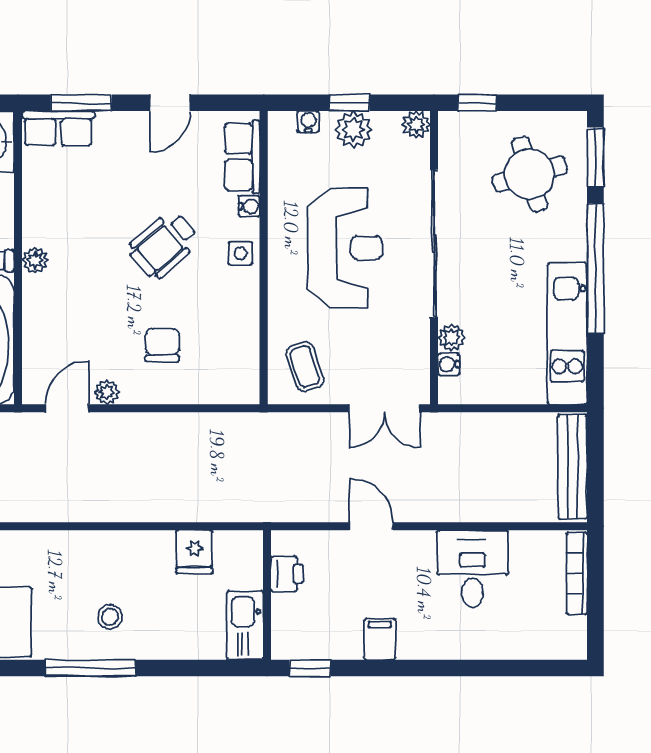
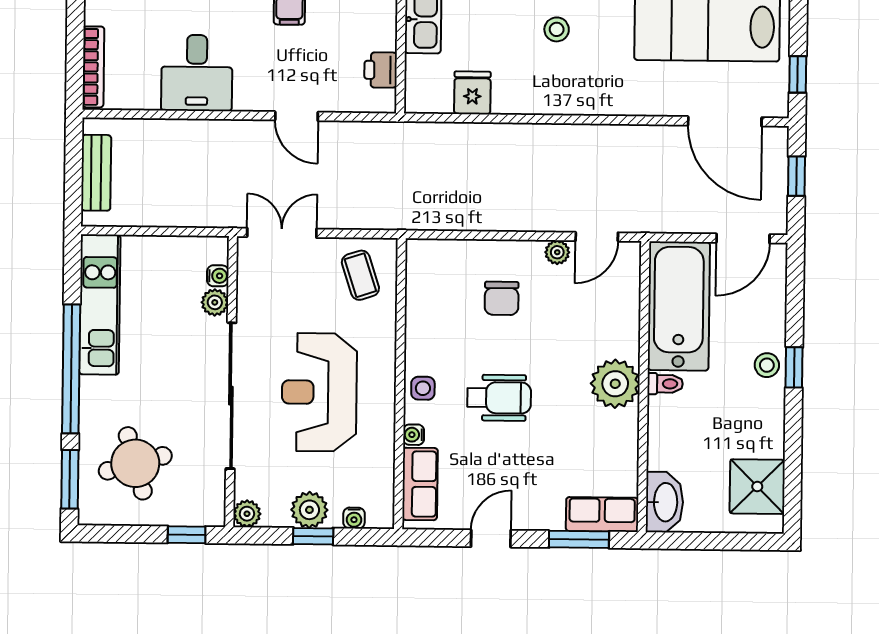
wheelchair: (164, 245) -> (499, 398), turned 41
plant: (35, 260) -> (615, 384), width x1.87, depth x1.87
bench: (573, 467) -> (96, 173), width x0.73

